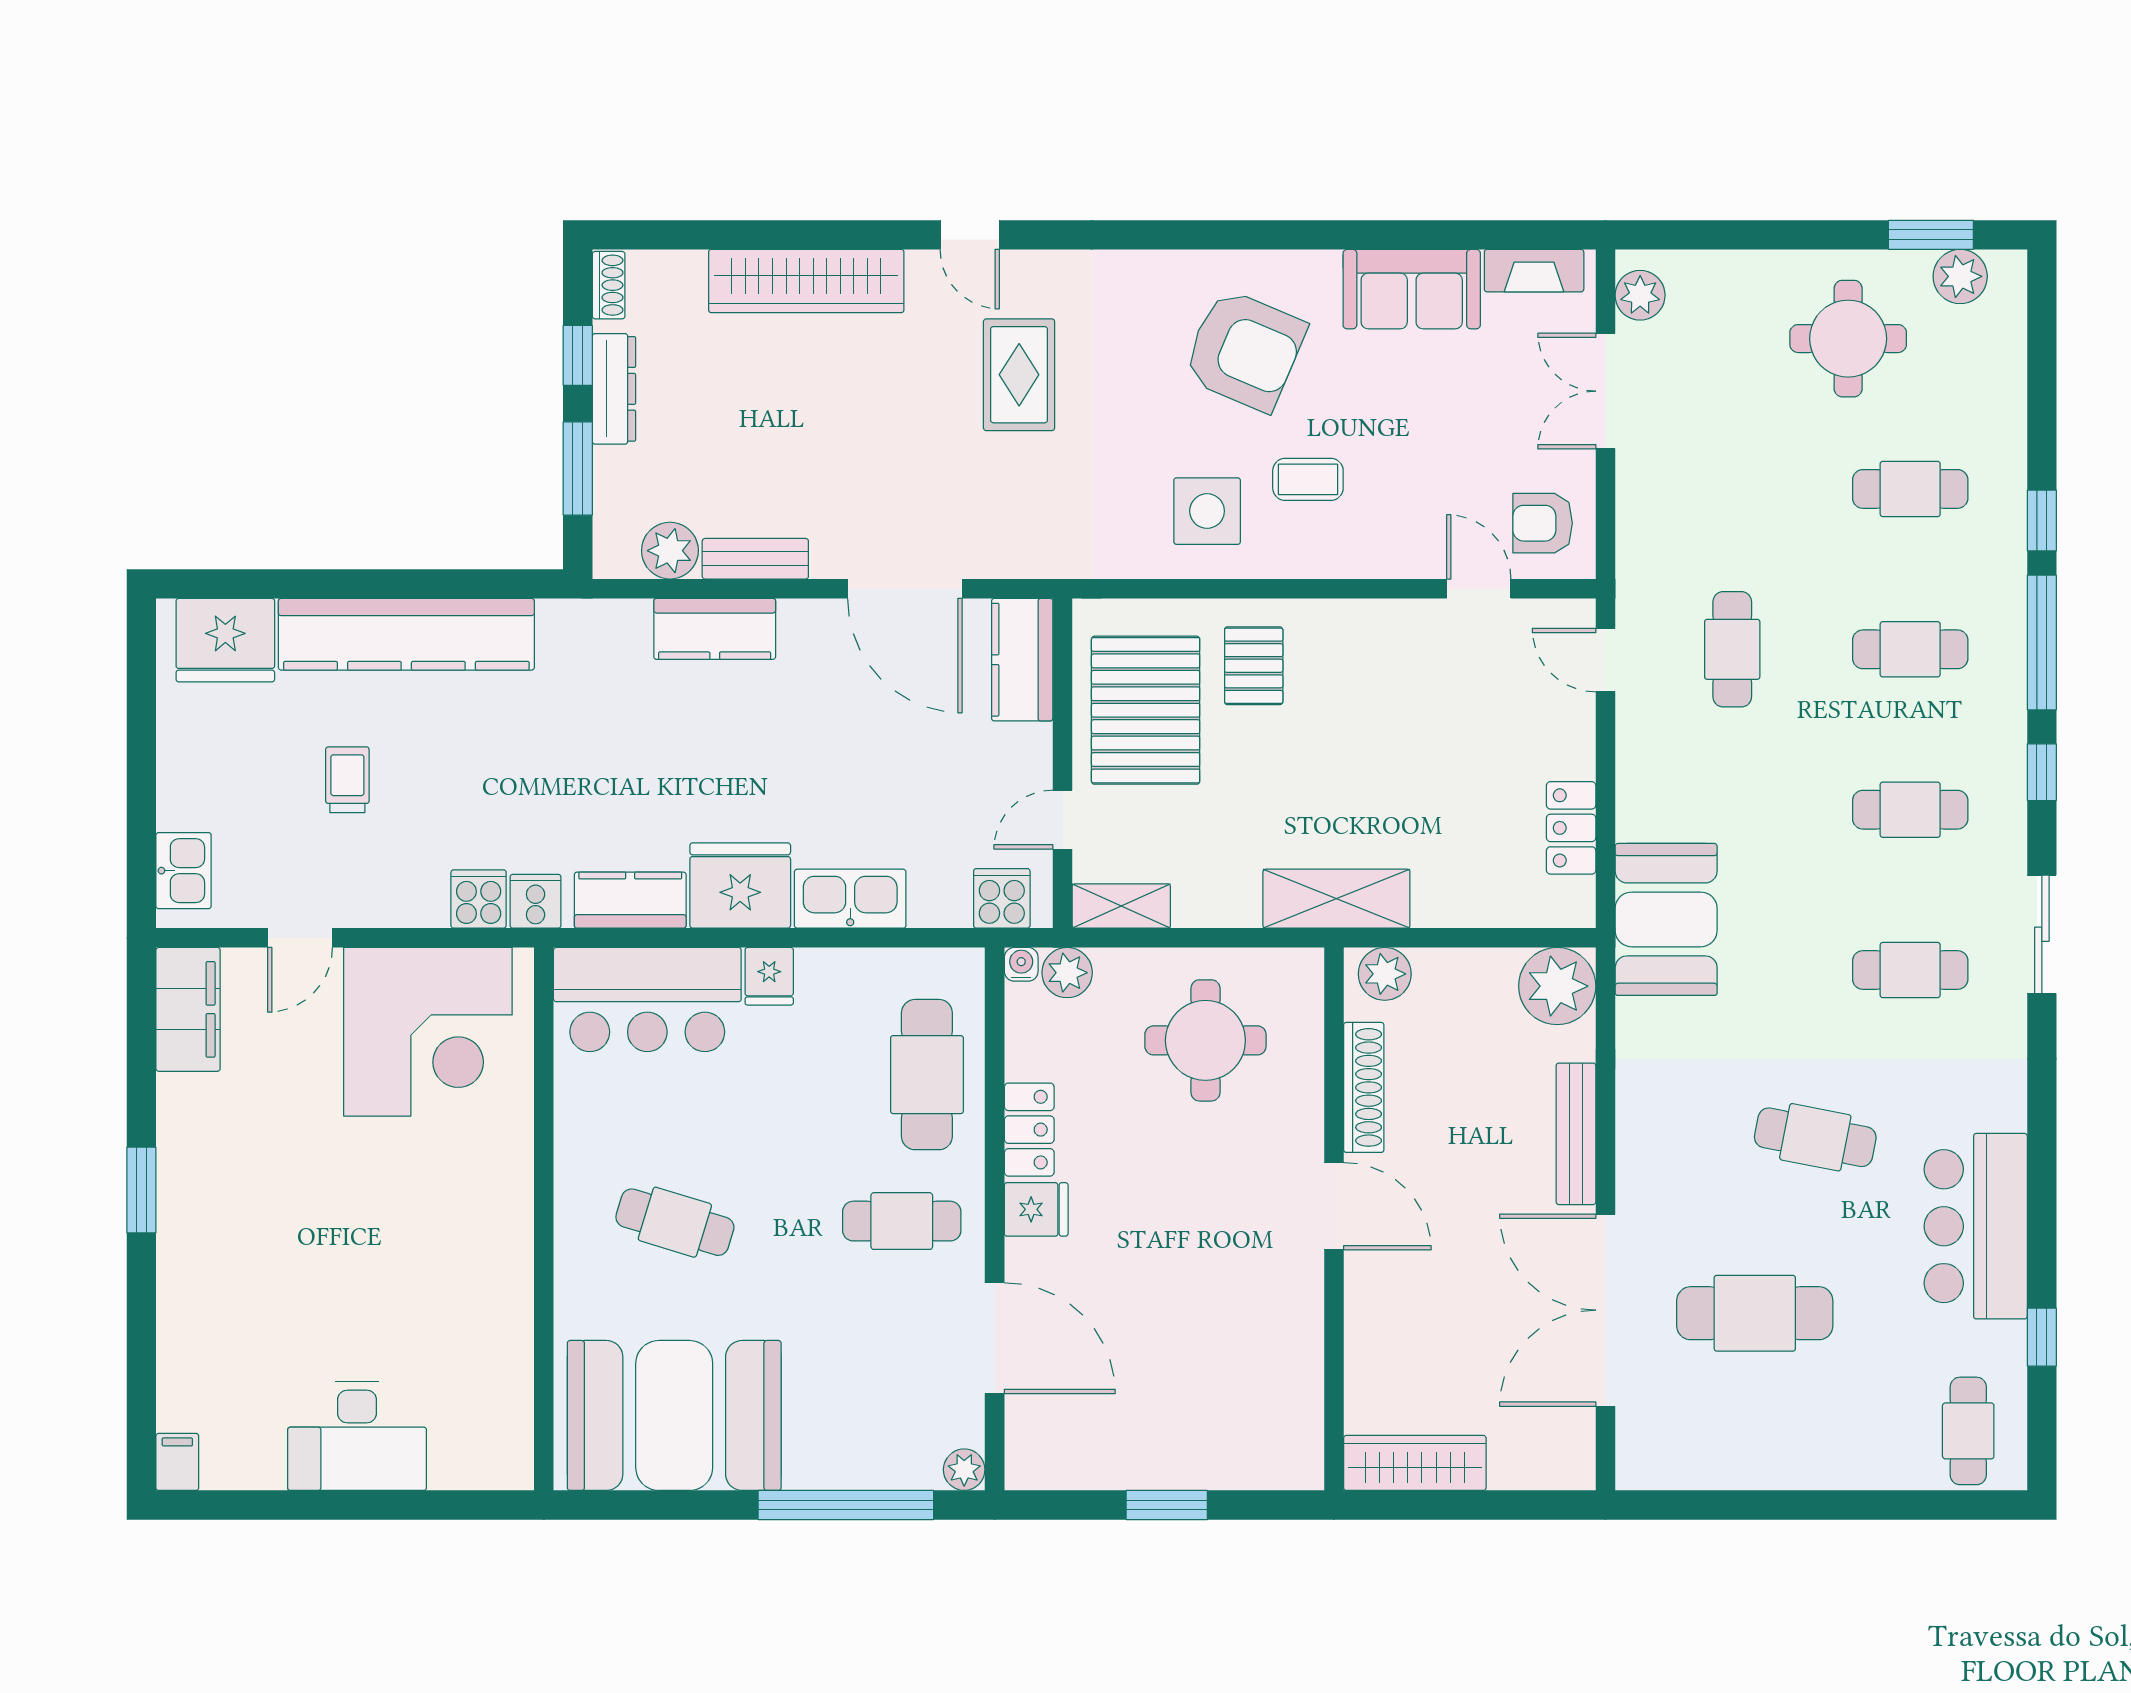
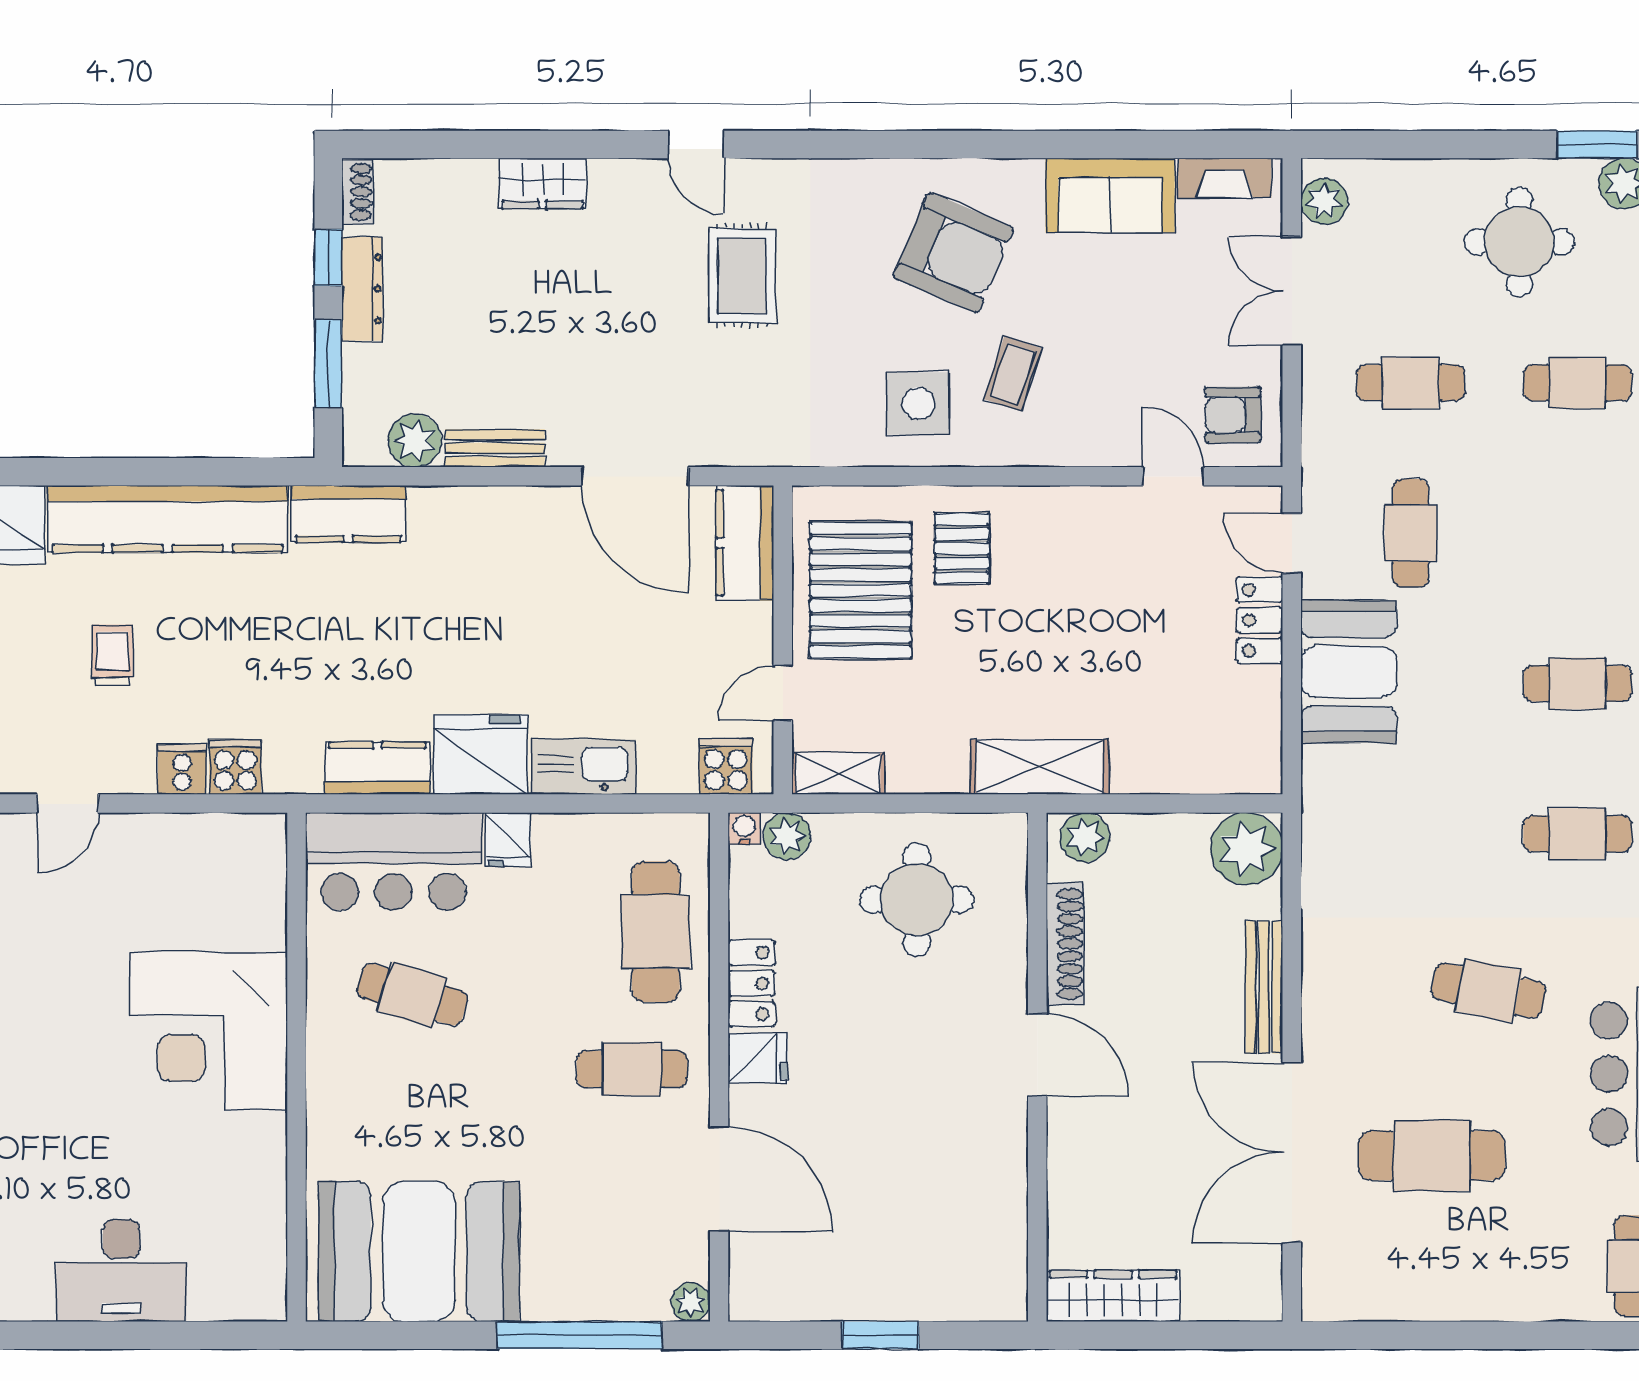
wardrobe: (806, 281) -> (543, 183), width x0.48, depth x0.85
coffee table: (1308, 479) -> (1013, 374), turned -72
kitchen counter: (715, 629) -> (348, 514), moved
cafe table: (1910, 649) -> (1411, 383), moved
locker: (1571, 828) -> (1260, 620), moved
cooker: (536, 901) -> (182, 769), moved
booth: (1666, 919) -> (1349, 672), moved
corner desk: (428, 1032) -> (208, 1031), moved, turned 90
cafe table: (675, 1222) -> (412, 994), moved

